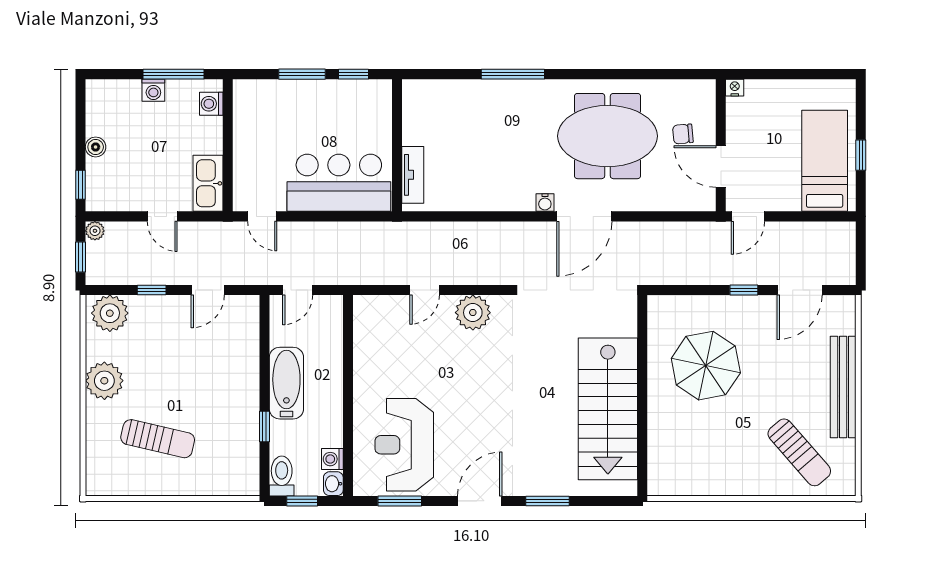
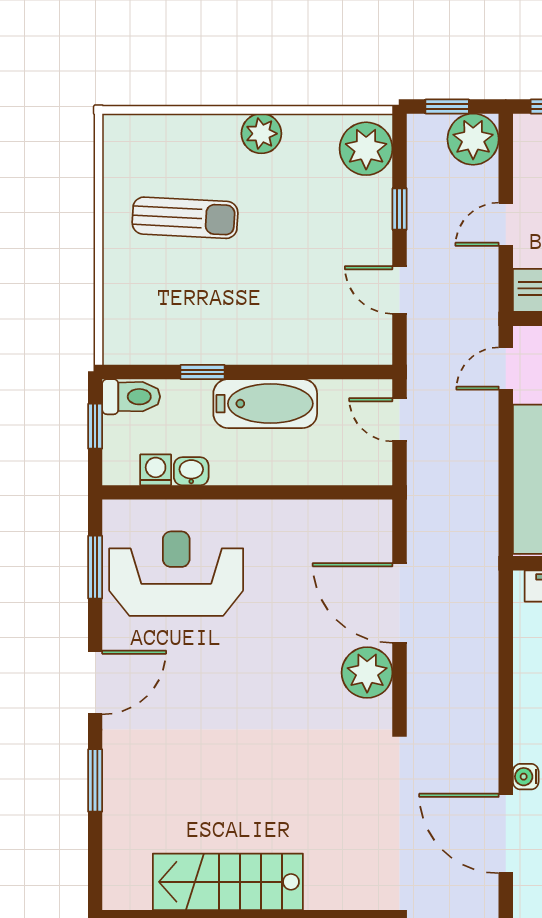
plant: (95, 231) -> (473, 139), width x1.88, depth x1.88
door: (425, 290) -> (400, 603), width x1.88
plant: (104, 381) -> (261, 134), width x0.73, depth x0.73
stairs: (608, 409) -> (228, 882), width x0.73, depth x0.66
sun lounger: (158, 439) -> (185, 218), turned -100
washbasin: (333, 484) -> (191, 471), moved
door: (480, 501) -> (95, 683), hinge flipped

